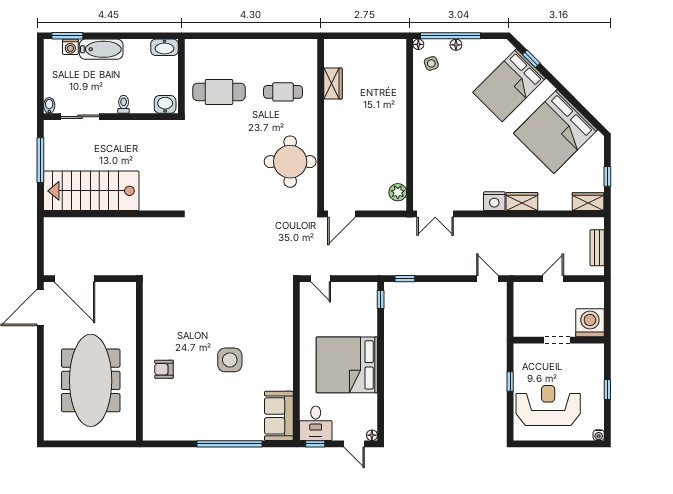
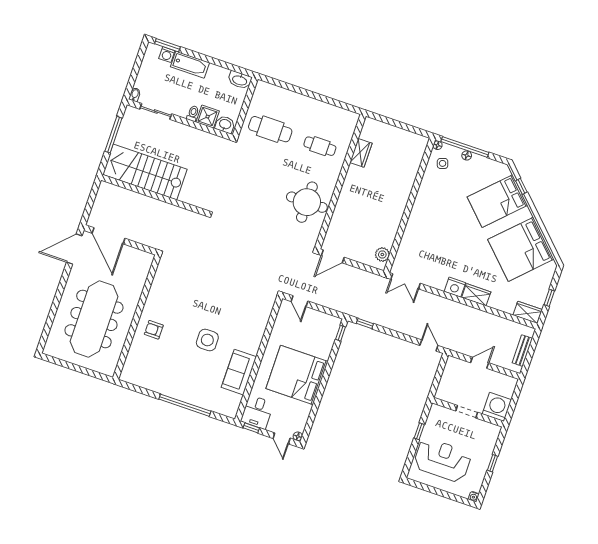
shower: (142, 102) -> (208, 117), added
sofa: (279, 416) -> (239, 372), moved

